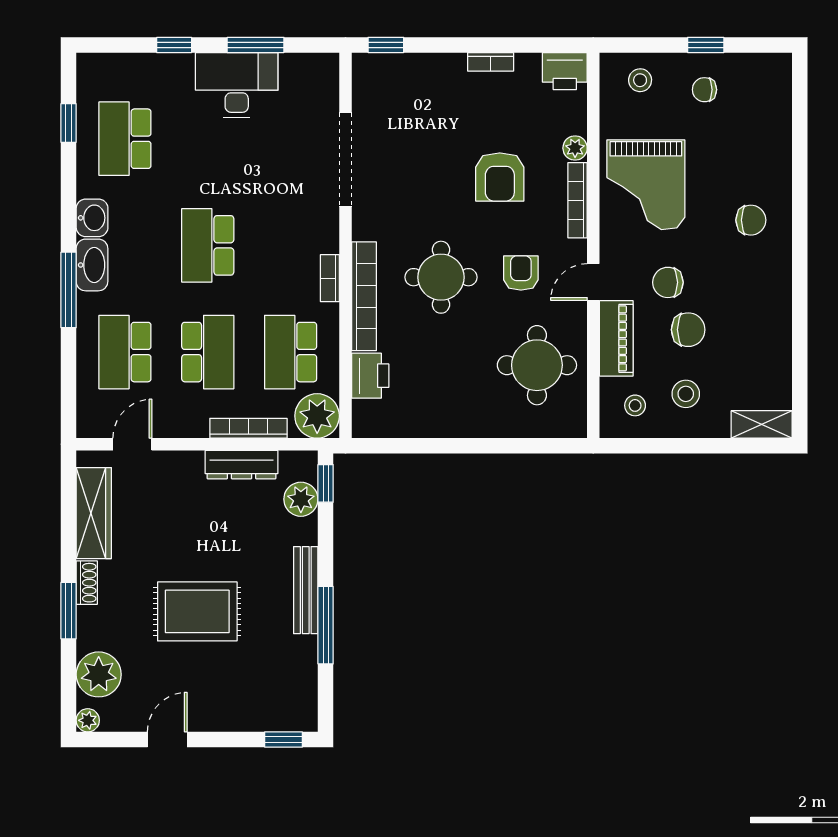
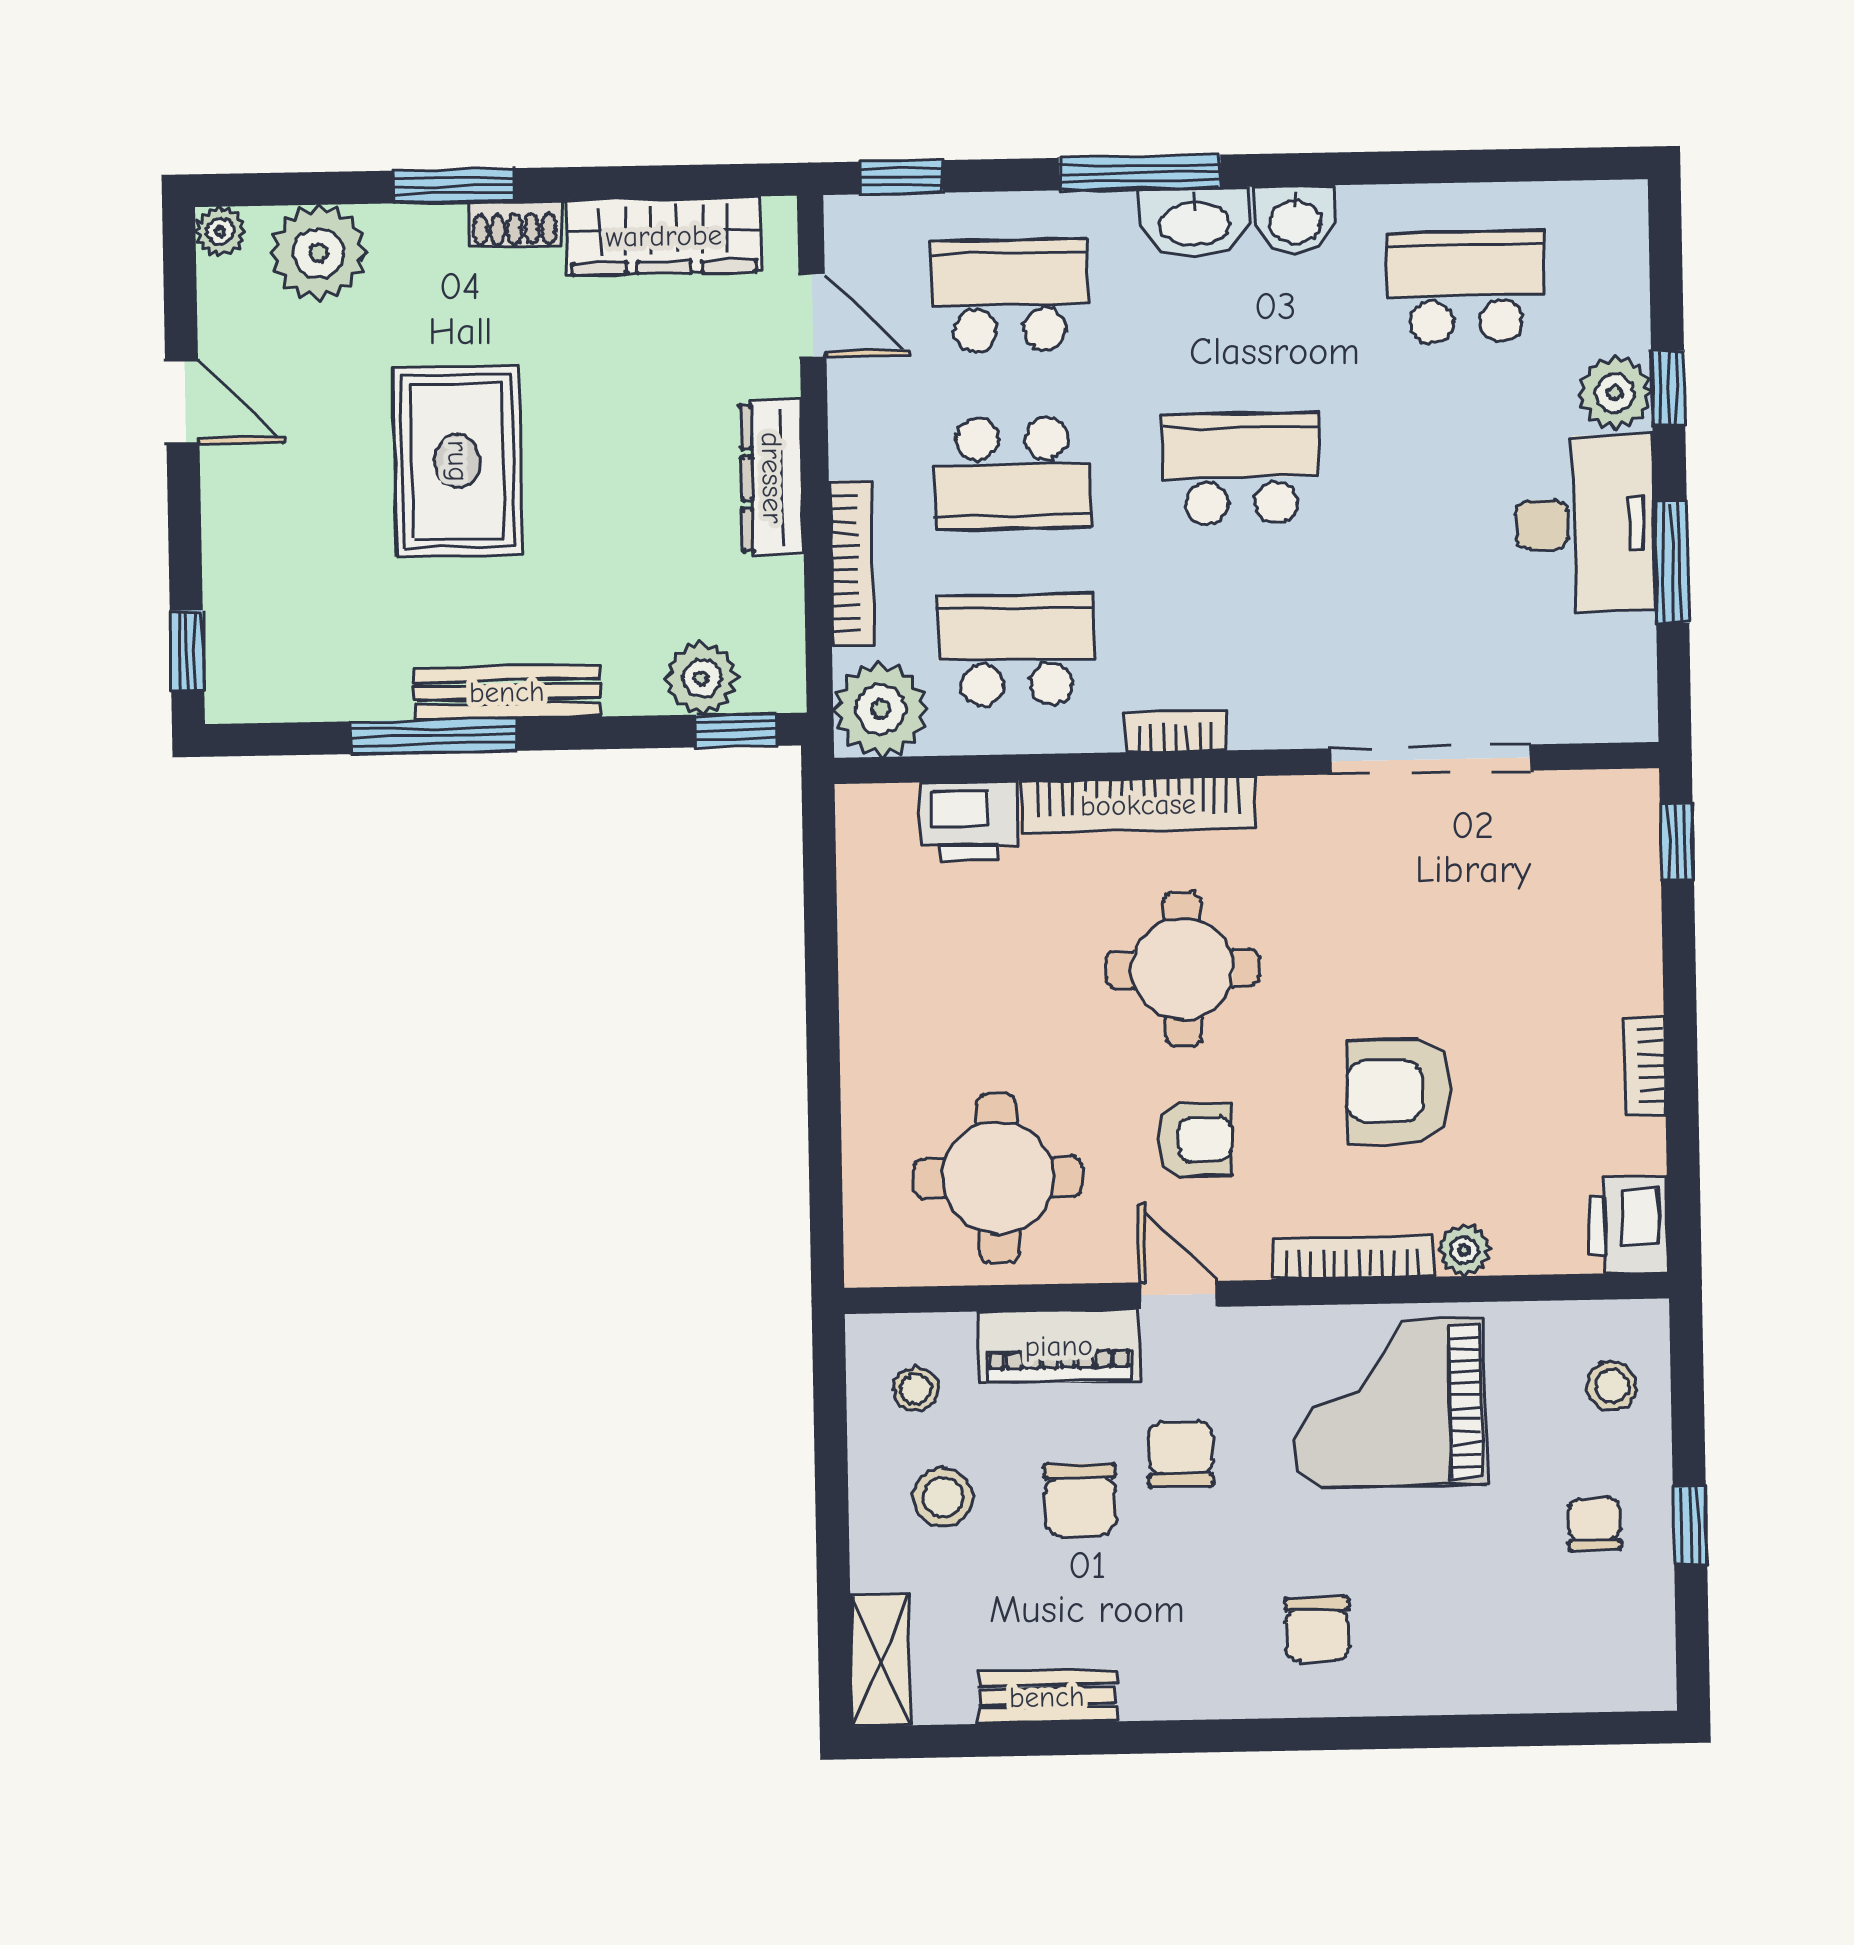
plant: (176, 70) -> (1615, 393), added
window: (69, 123) -> (901, 177), moved
bench: (780, 347) -> (1047, 1697), added
dresser: (242, 465) -> (772, 478), moved

